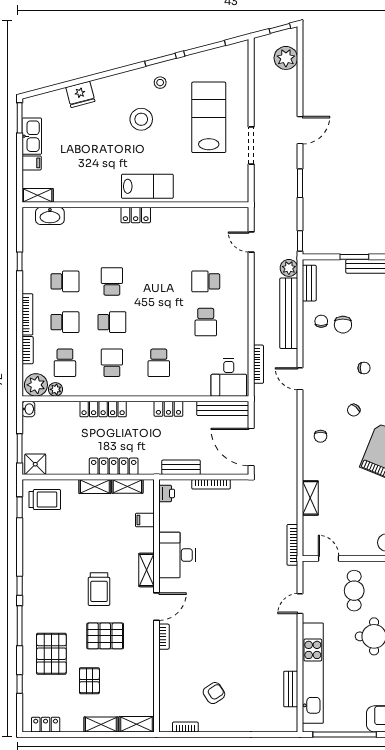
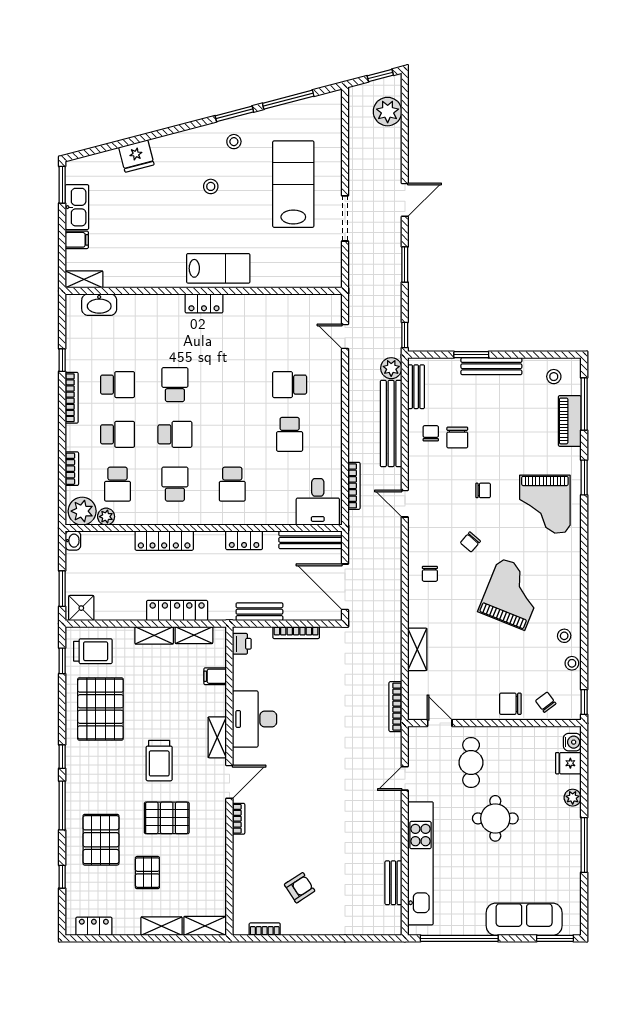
stool: (141, 119) -> (211, 186), width x0.53, depth x0.53
bookcase: (27, 314) -> (72, 398), moved
pallet: (51, 547) -> (100, 709), added

